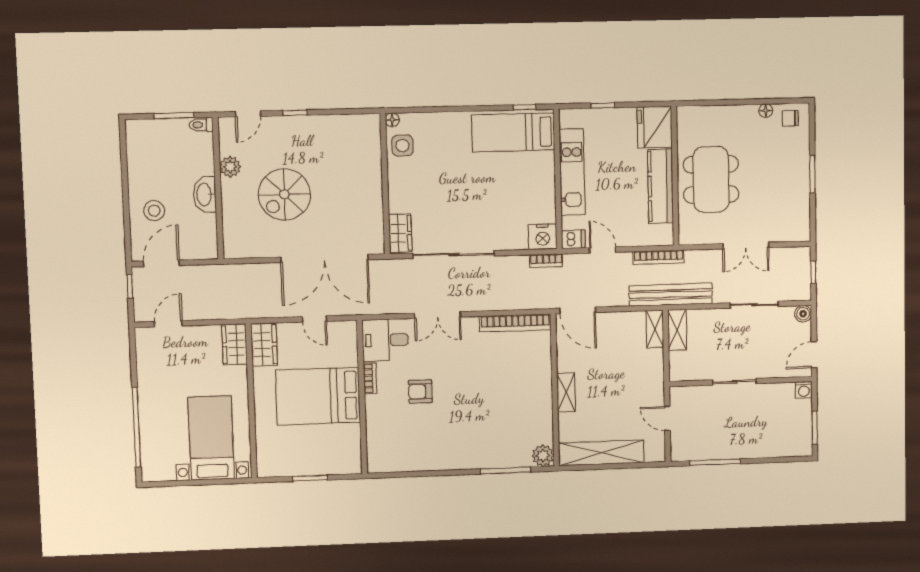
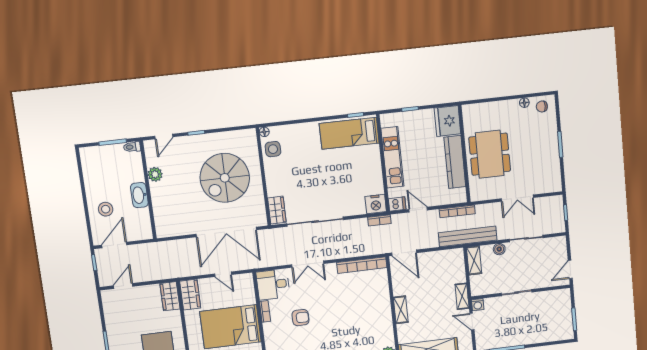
spiral stairs: (284, 194) -> (225, 178), moved, width x1.37, depth x1.37
boiler: (803, 314) -> (499, 249), moved
shelving: (655, 329) -> (462, 296), moved
washing machine: (804, 390) -> (478, 305), moved
armchair: (420, 392) -> (300, 318), turned 180

